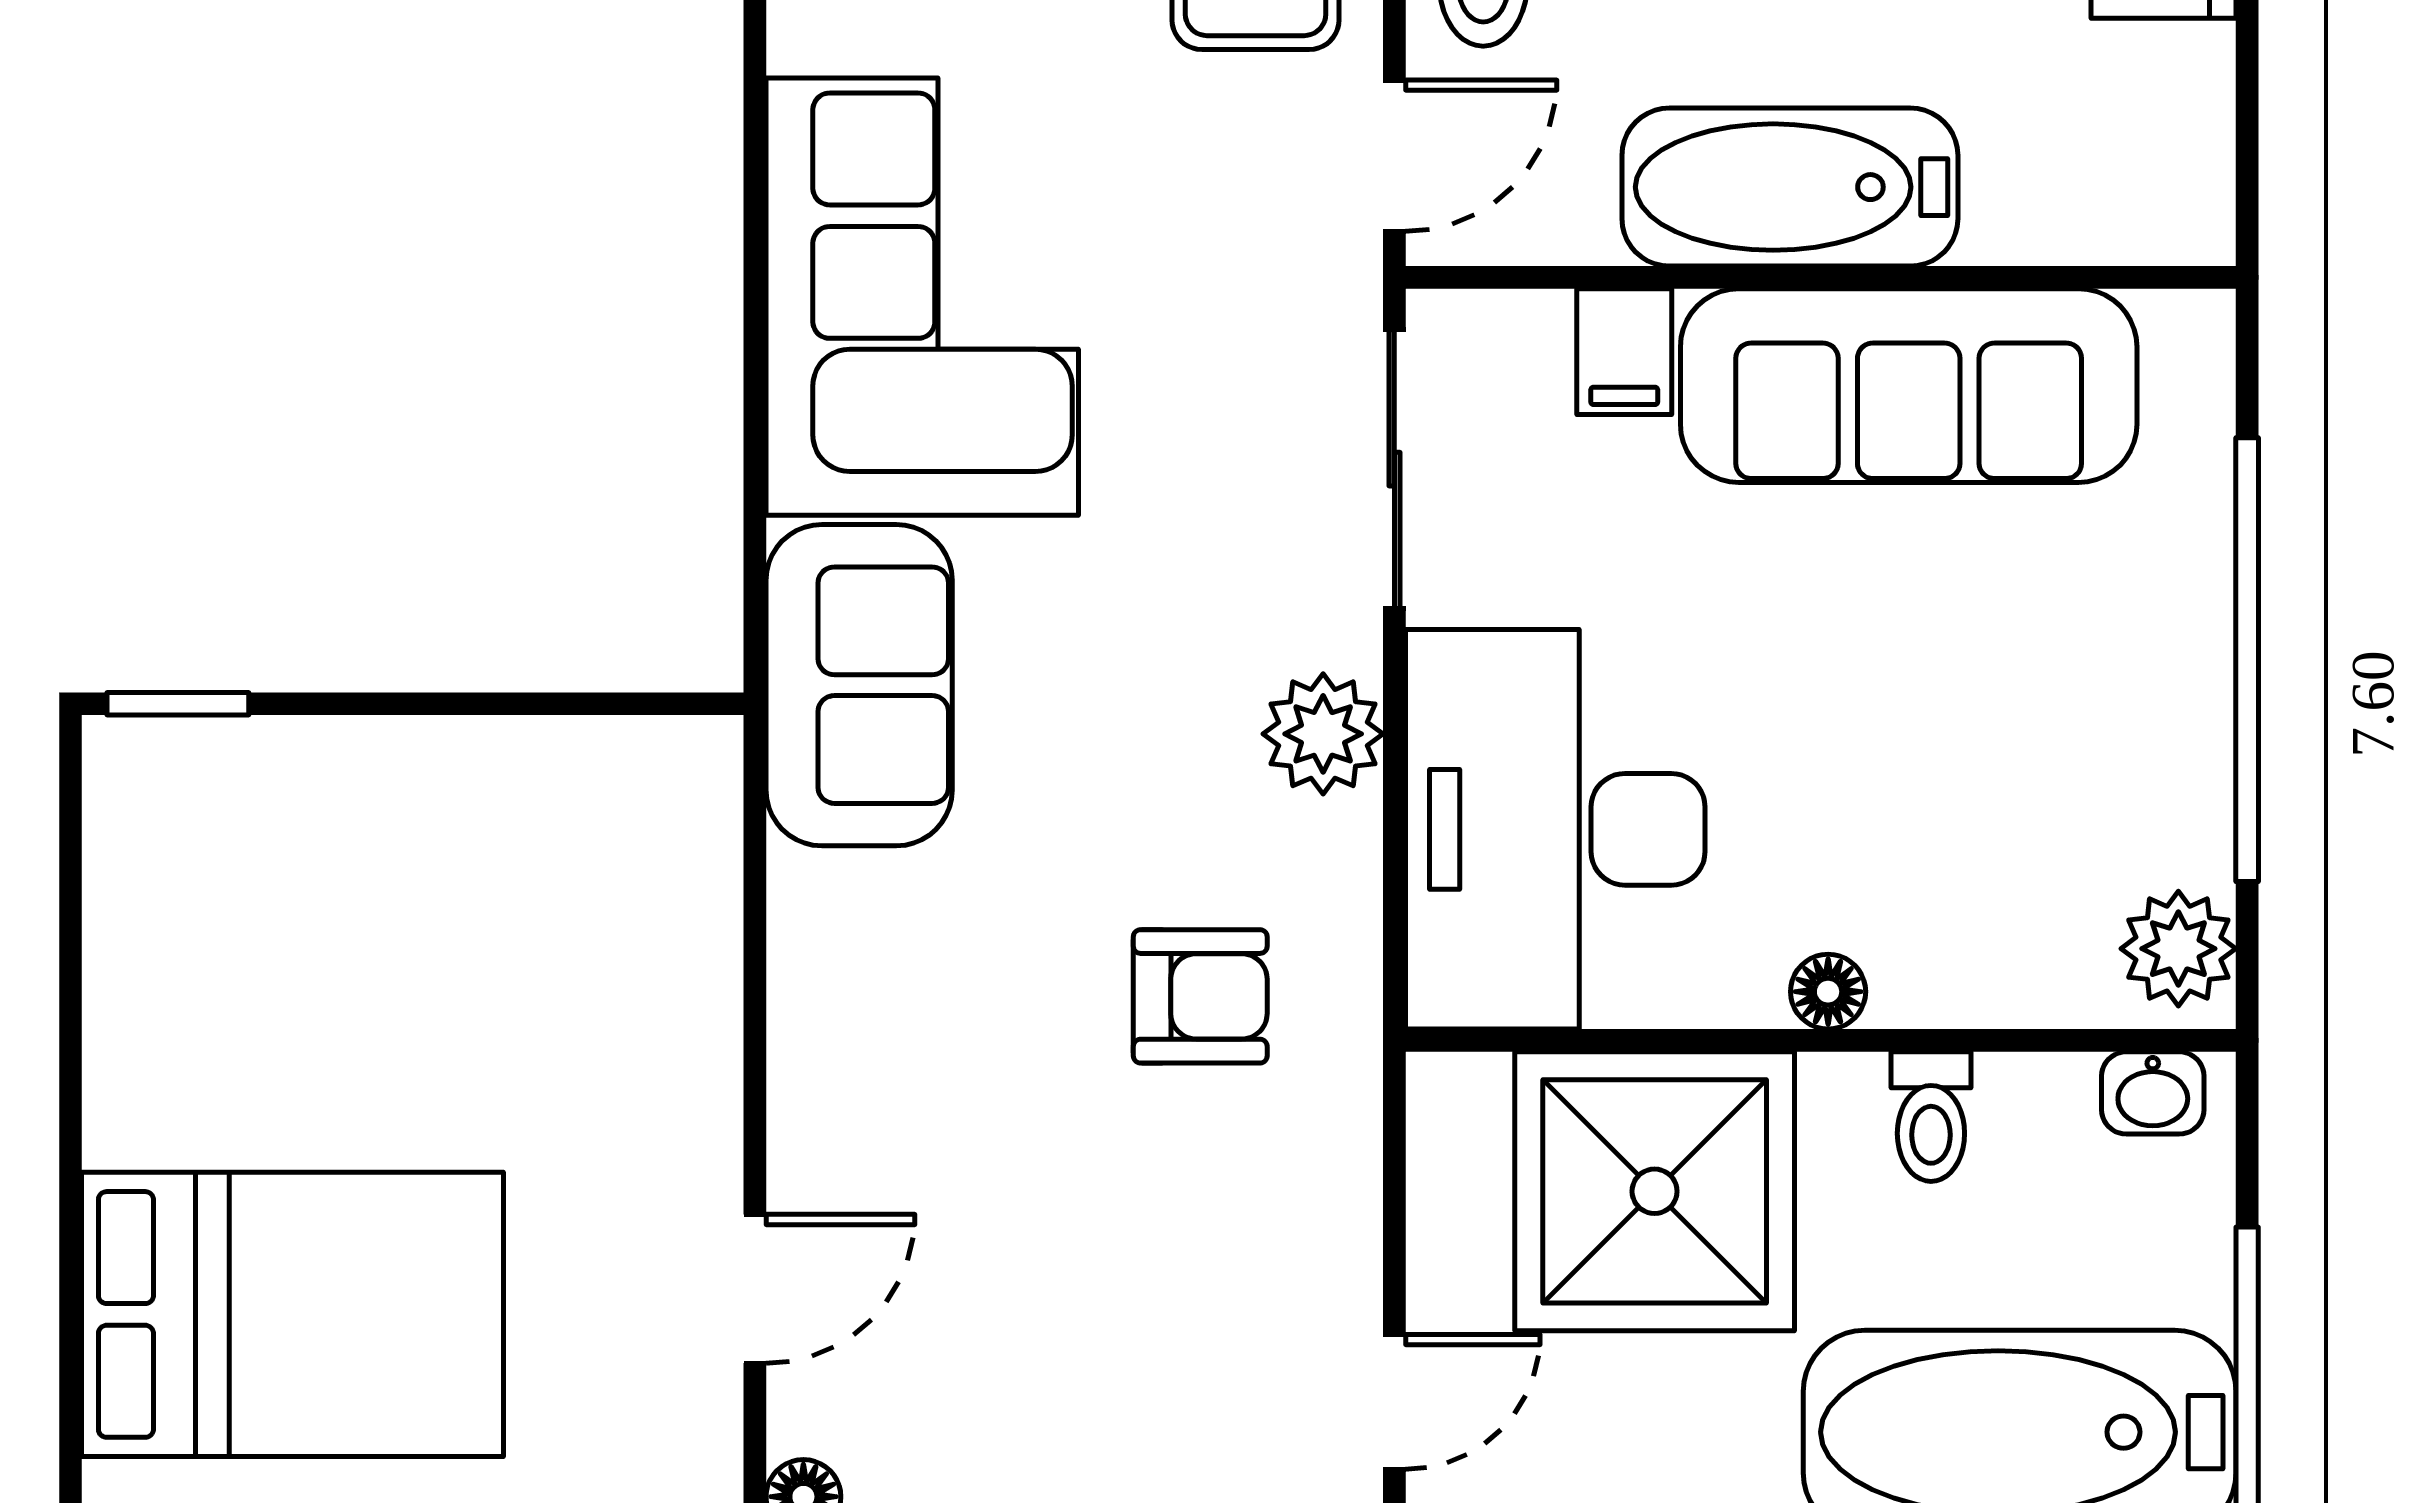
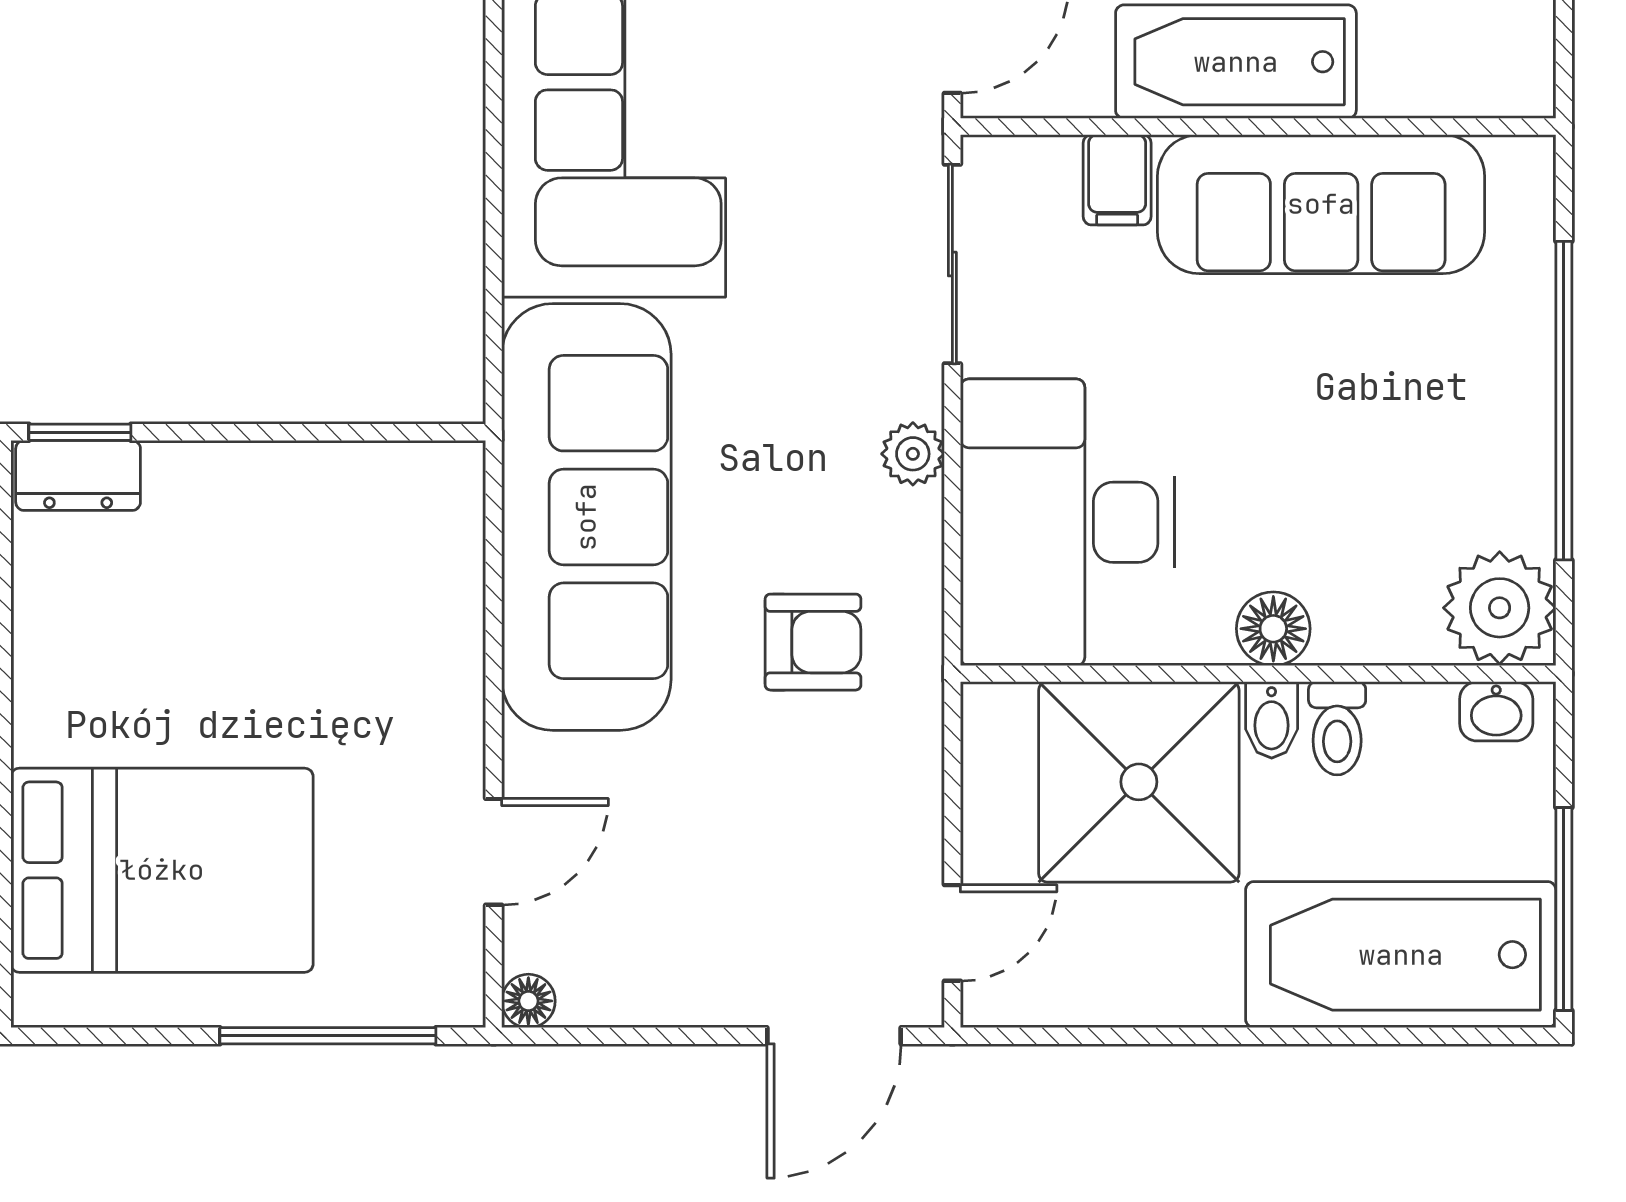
sofa: (859, 685) -> (586, 517), width x1.85, depth x1.27
plant: (1323, 734) -> (913, 454), width x0.73, depth x0.73
dresser: (176, 764) -> (78, 475), added
plant: (2178, 949) -> (1500, 608), width x1.36, depth x1.36
floor lamp: (1828, 992) -> (1273, 629), width x1.37, depth x1.37
bidet: (1840, 1105) -> (1272, 720), added

